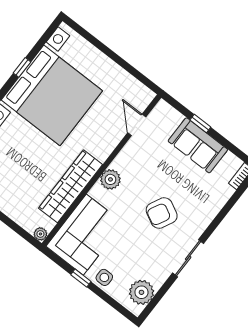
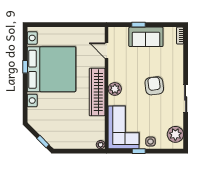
wardrobe: (71, 186) -> (97, 92), moved
armchair: (162, 213) -> (154, 86), turned 146

